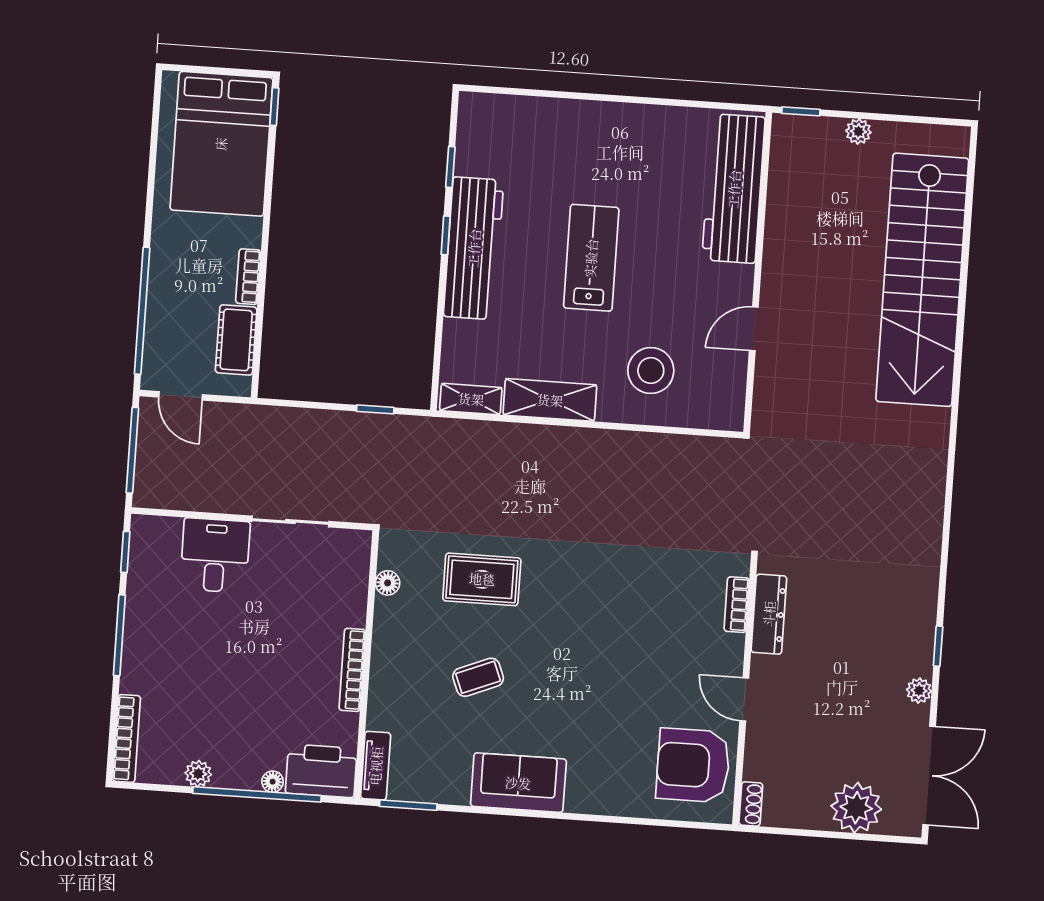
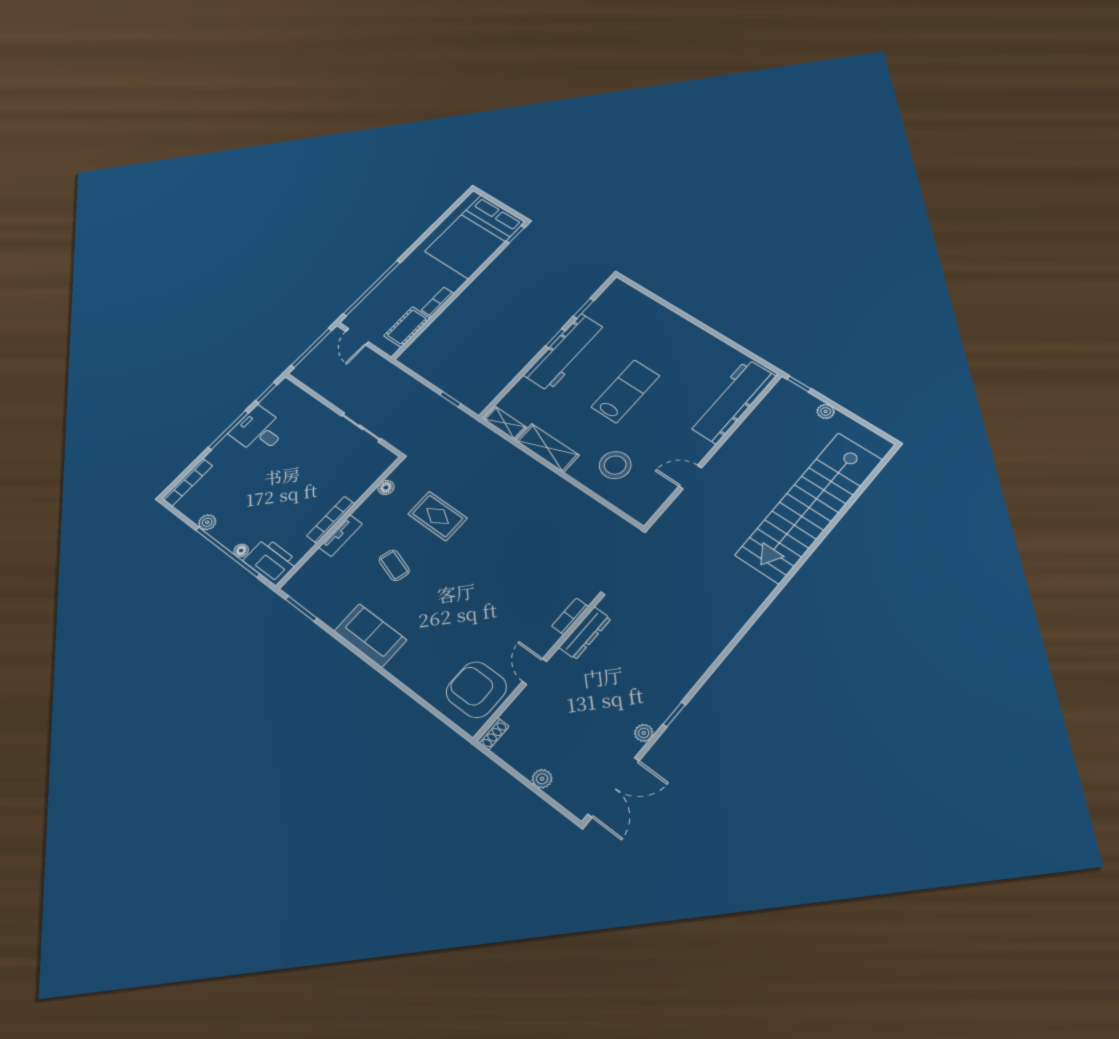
desk: (215, 555) -> (259, 431), moved, turned -90
coffee table: (478, 677) -> (394, 565), turned 39
tv unit: (376, 766) -> (341, 536), moved
plant: (856, 808) -> (542, 779), width x0.53, depth x0.53

